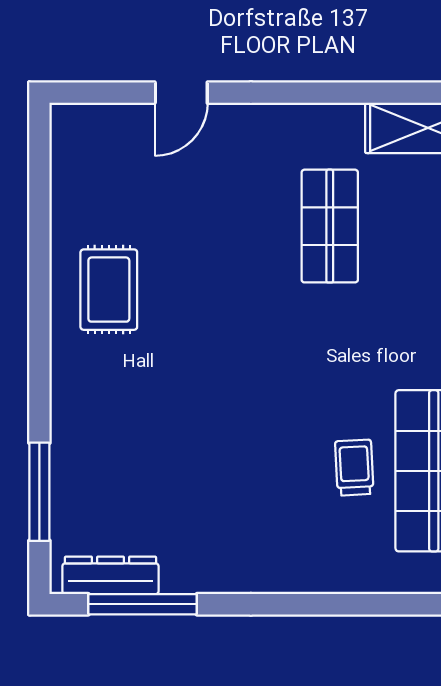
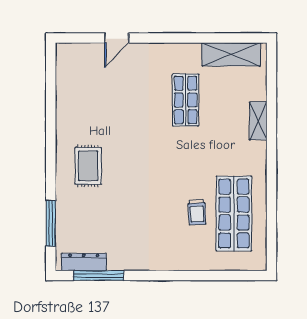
rug: (109, 290) -> (88, 166), moved
trolley: (354, 468) -> (197, 212), turned 180

